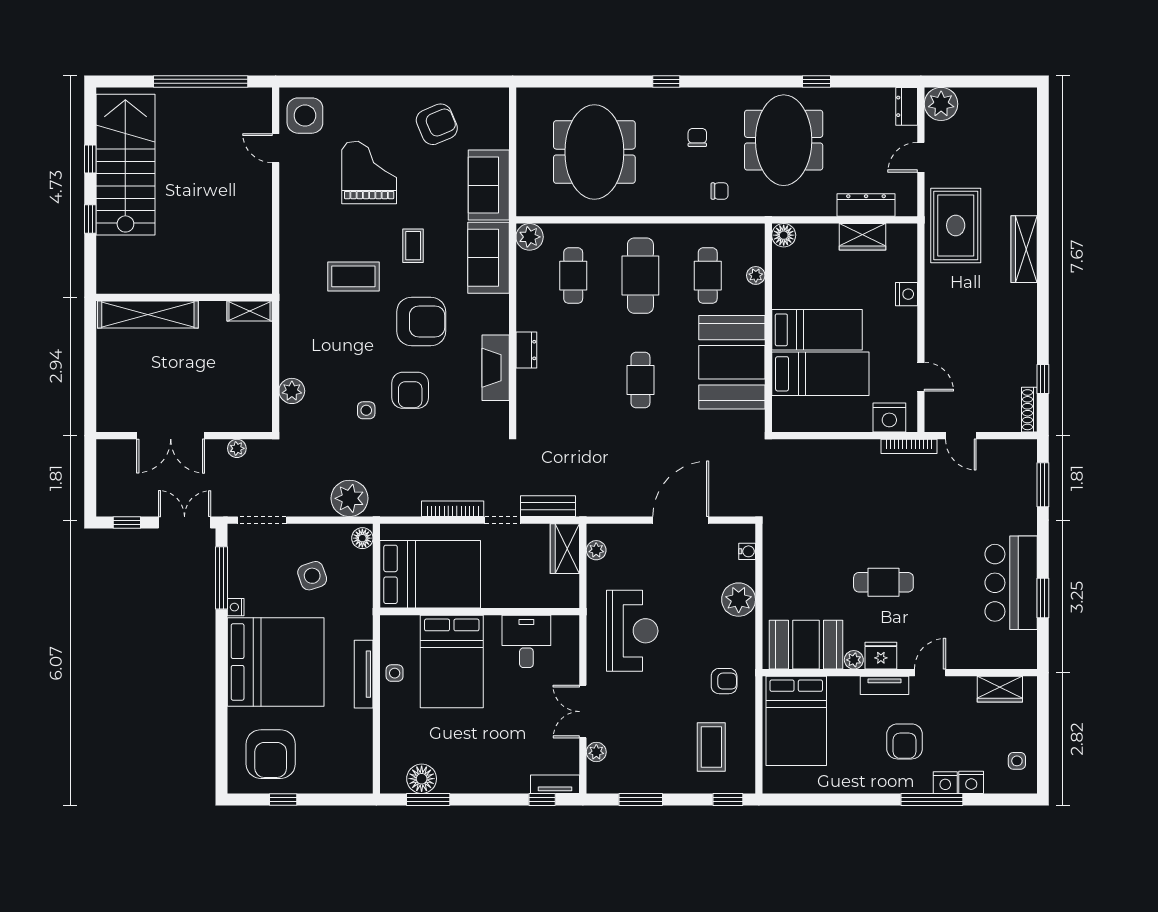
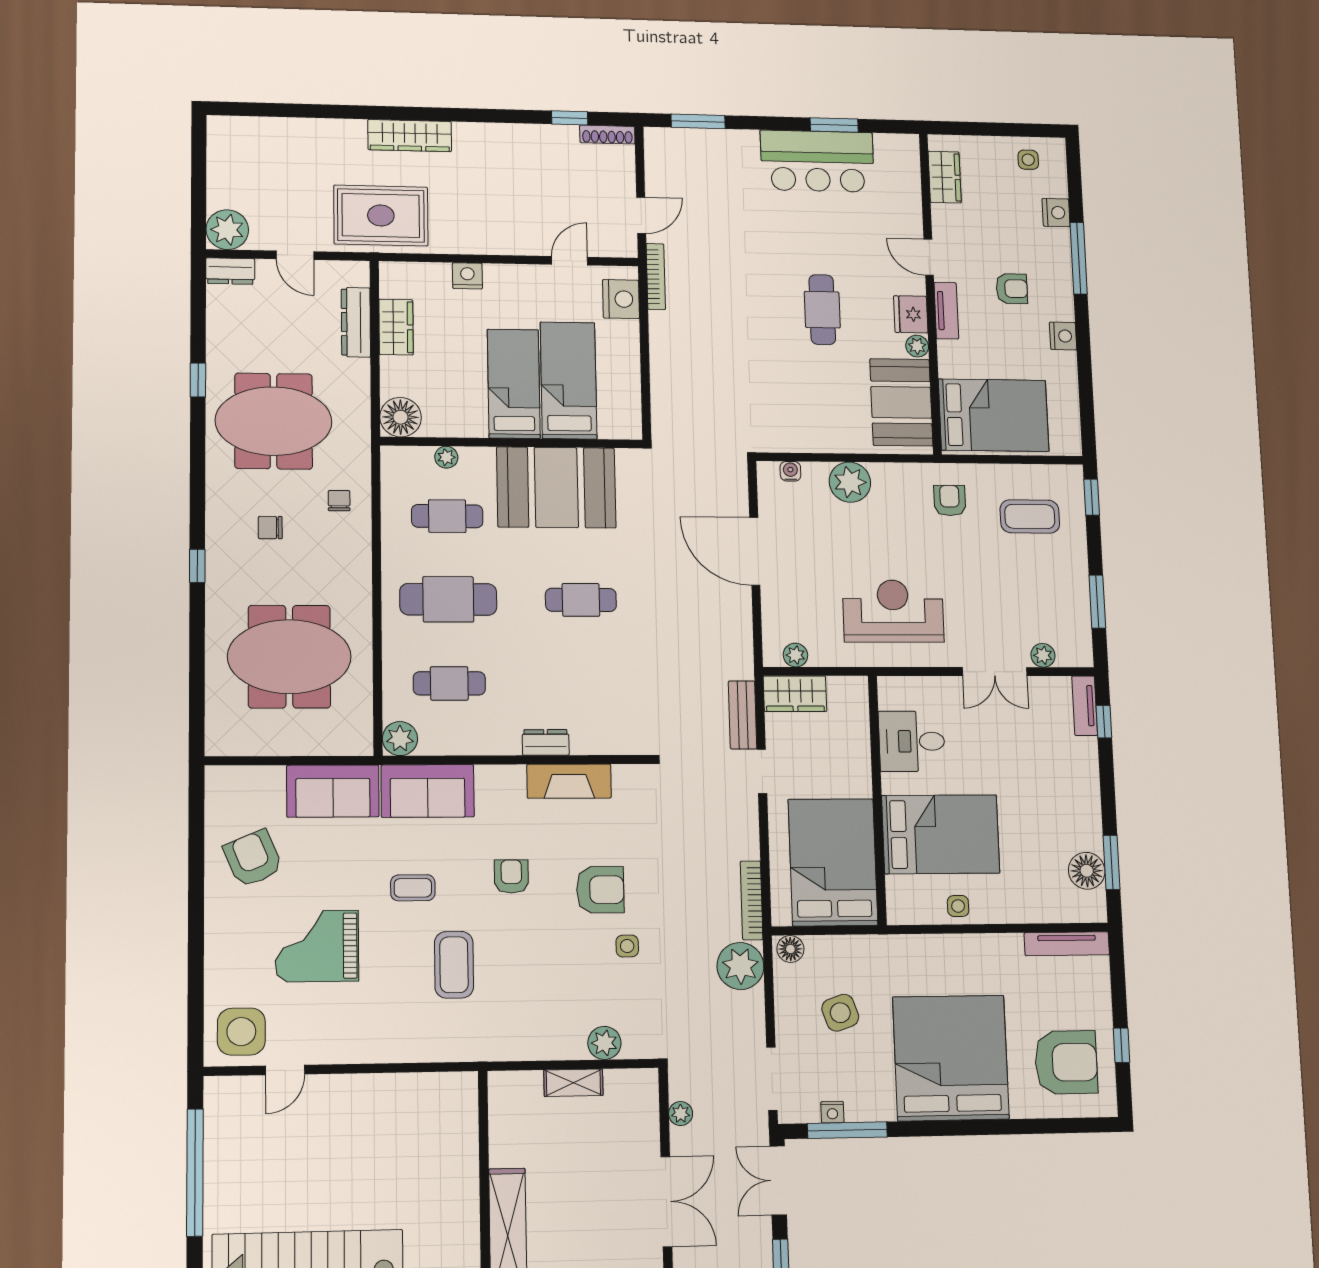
floor lamp: (784, 235) -> (401, 417), width x1.38, depth x1.38
shelving: (250, 311) -> (573, 1083), moved, turned 90
armchair: (421, 322) -> (511, 876), width x0.53, depth x0.53
bookcase: (453, 509) -> (752, 900), moved
nightstand: (236, 607) -> (832, 1112), moved
tv unit: (364, 674) -> (1067, 944), moved
armchair: (905, 741) -> (1012, 289), width x0.72, depth x0.72
nightstand: (945, 783) -> (1063, 336), moved

